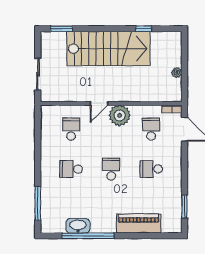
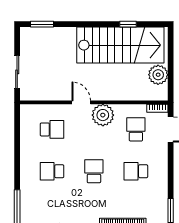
stairs: (108, 49) -> (120, 45), moved
plant: (177, 73) -> (158, 75), width x1.88, depth x1.88
door: (99, 103) -> (81, 102), swing flipped
school desk: (71, 129) -> (52, 129), turned 90

